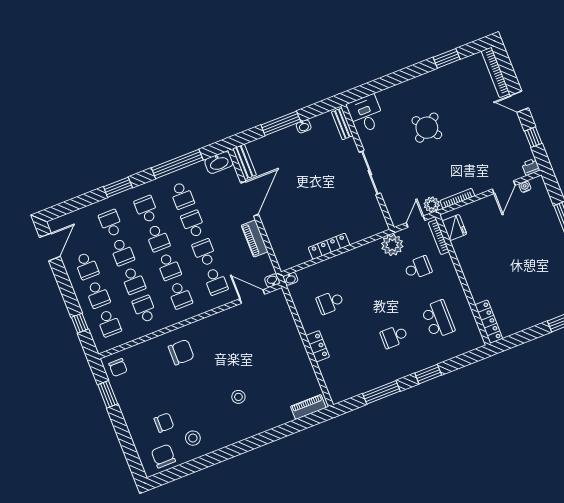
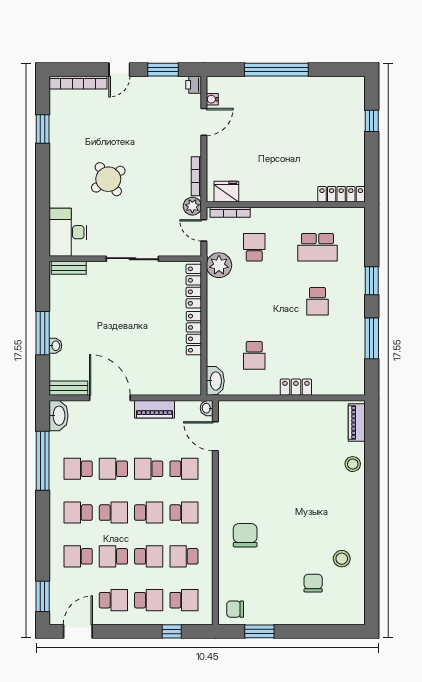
desk: (366, 114) -> (68, 232), width x1.37
washbasin: (304, 126) -> (55, 346), moved
window: (533, 137) -> (163, 70), width x1.50
window: (118, 187) -> (43, 596), moved
door: (504, 187) -> (204, 122), hinge flipped
school desk: (182, 195) -> (78, 469), turned 180
locker: (367, 231) -> (194, 286), added
door: (50, 247) -> (78, 631), hinge flipped
school desk: (122, 252) -> (113, 556), turned 180
washbasin: (290, 279) -> (215, 381), width x1.91, depth x1.45
door: (252, 296) -> (215, 436), hinge flipped
school desk: (438, 319) -> (317, 247), turned 180
chair: (118, 368) -> (235, 609), turned 180
stool: (238, 397) -> (353, 464), moved
chair: (163, 456) -> (349, 598), removed

